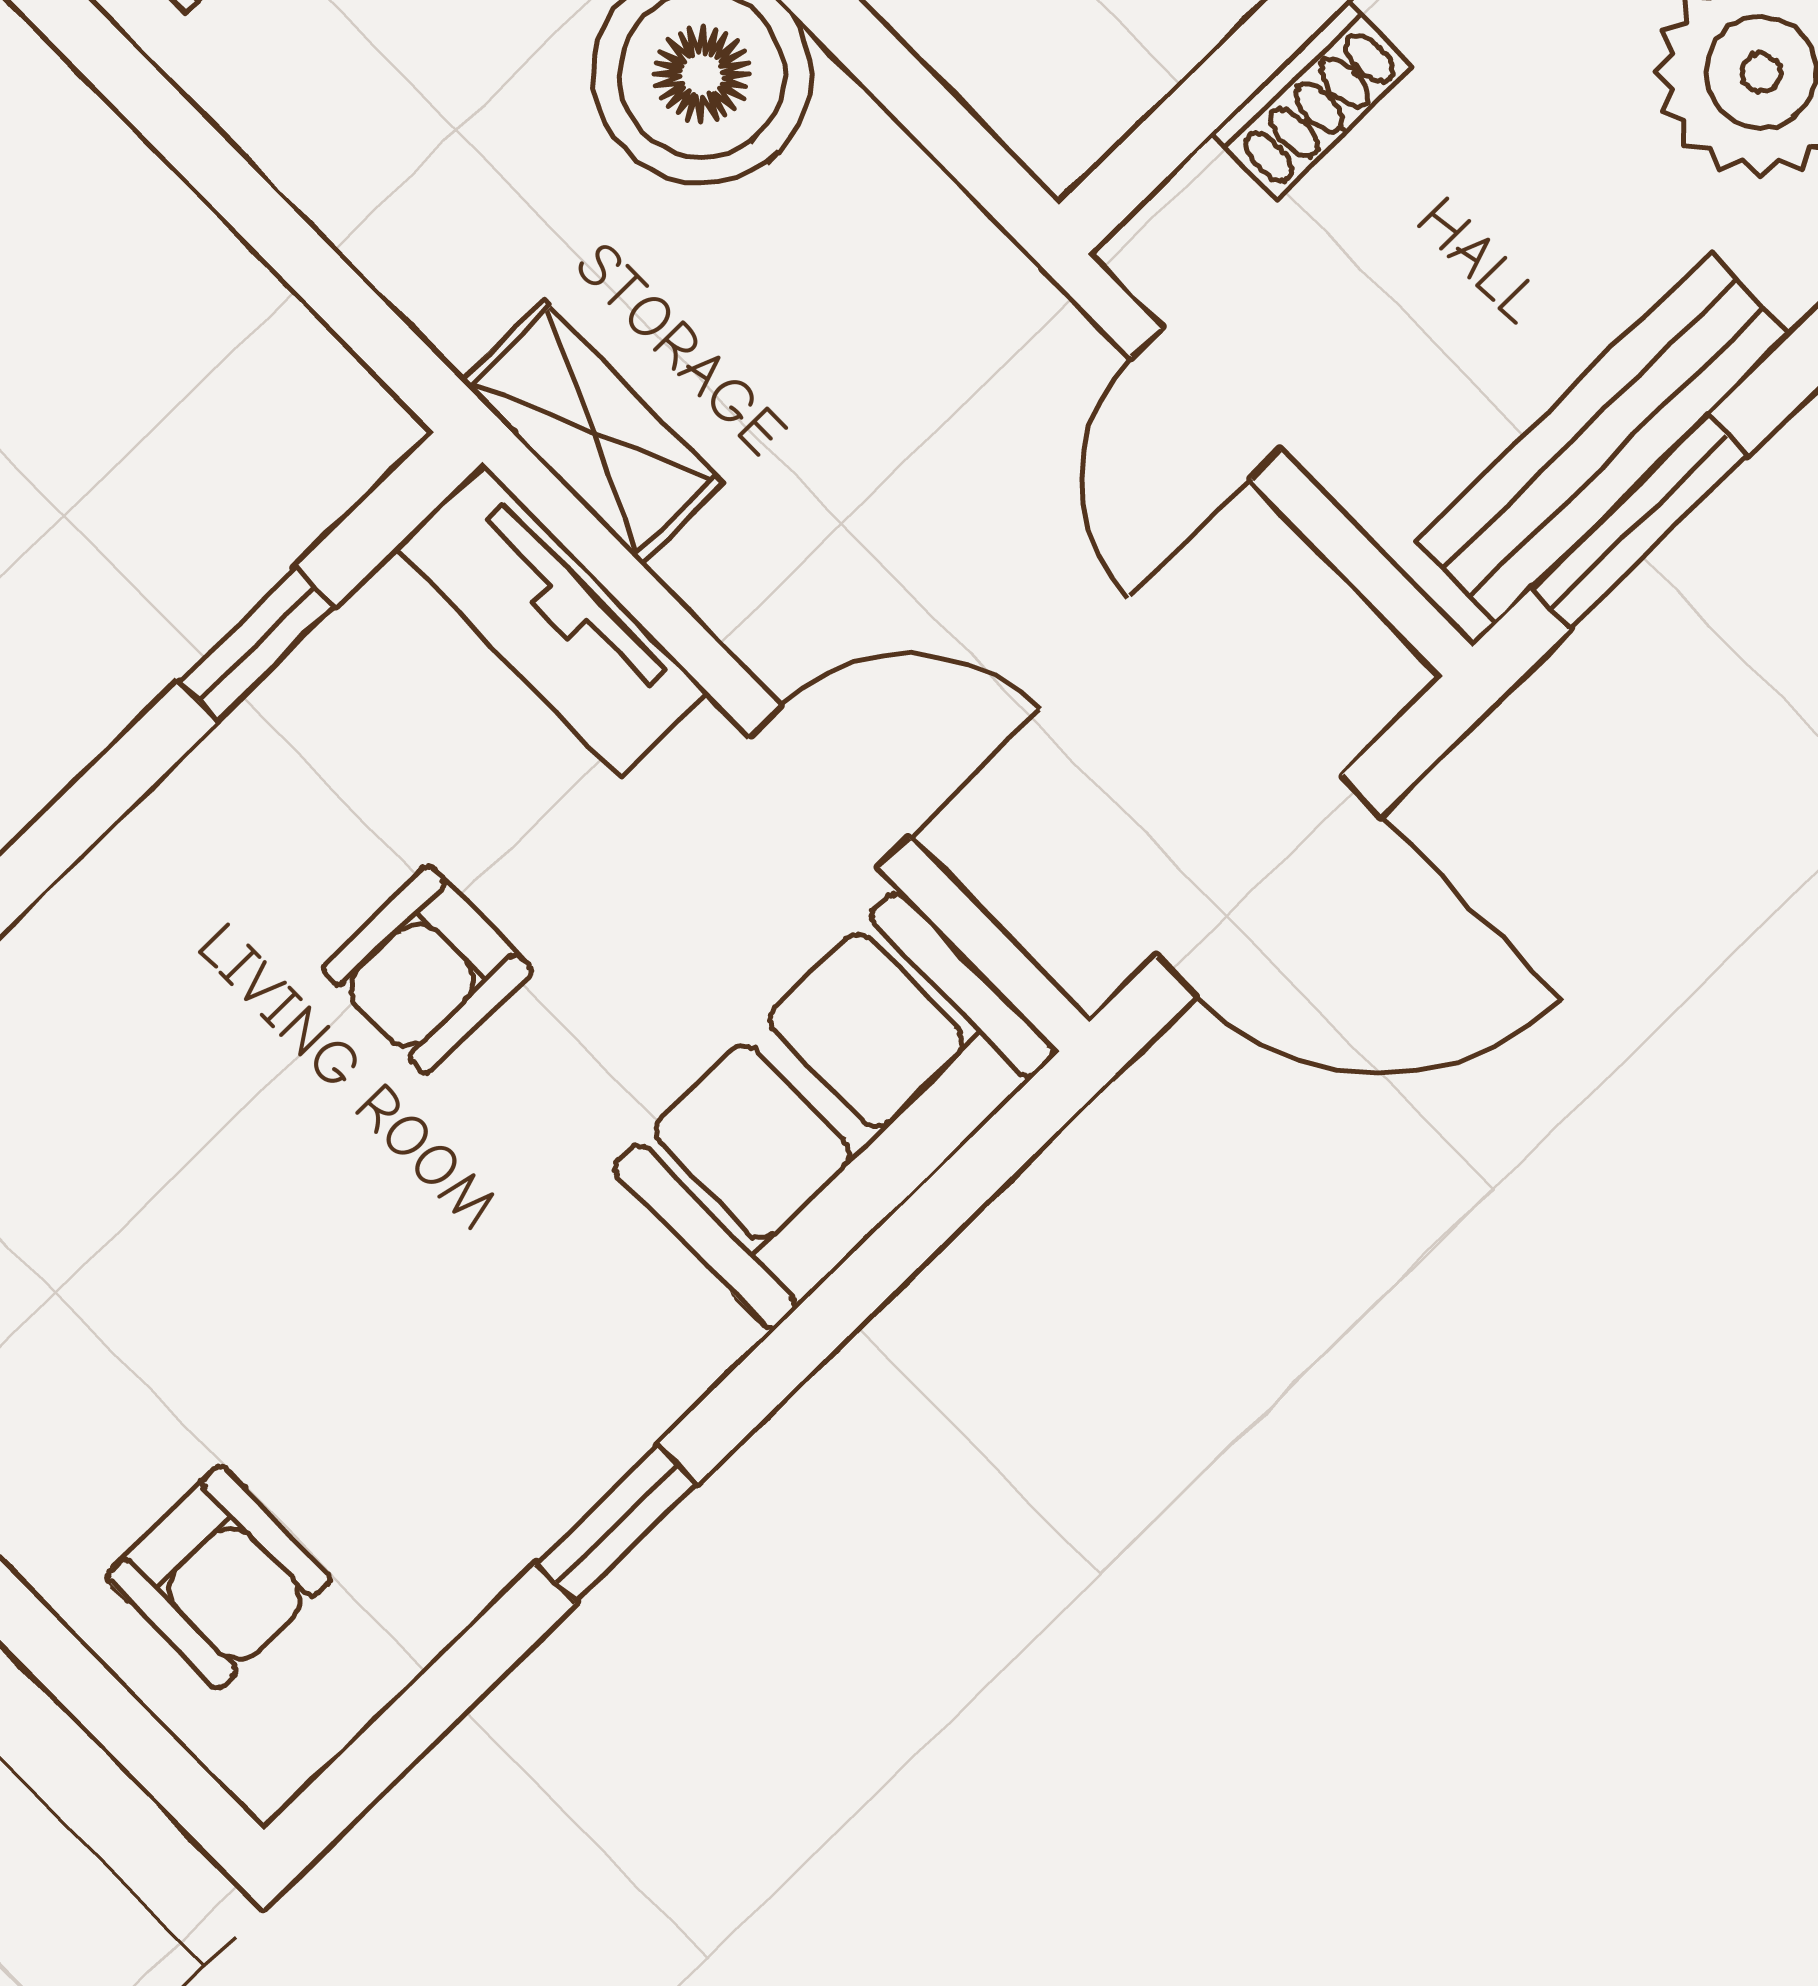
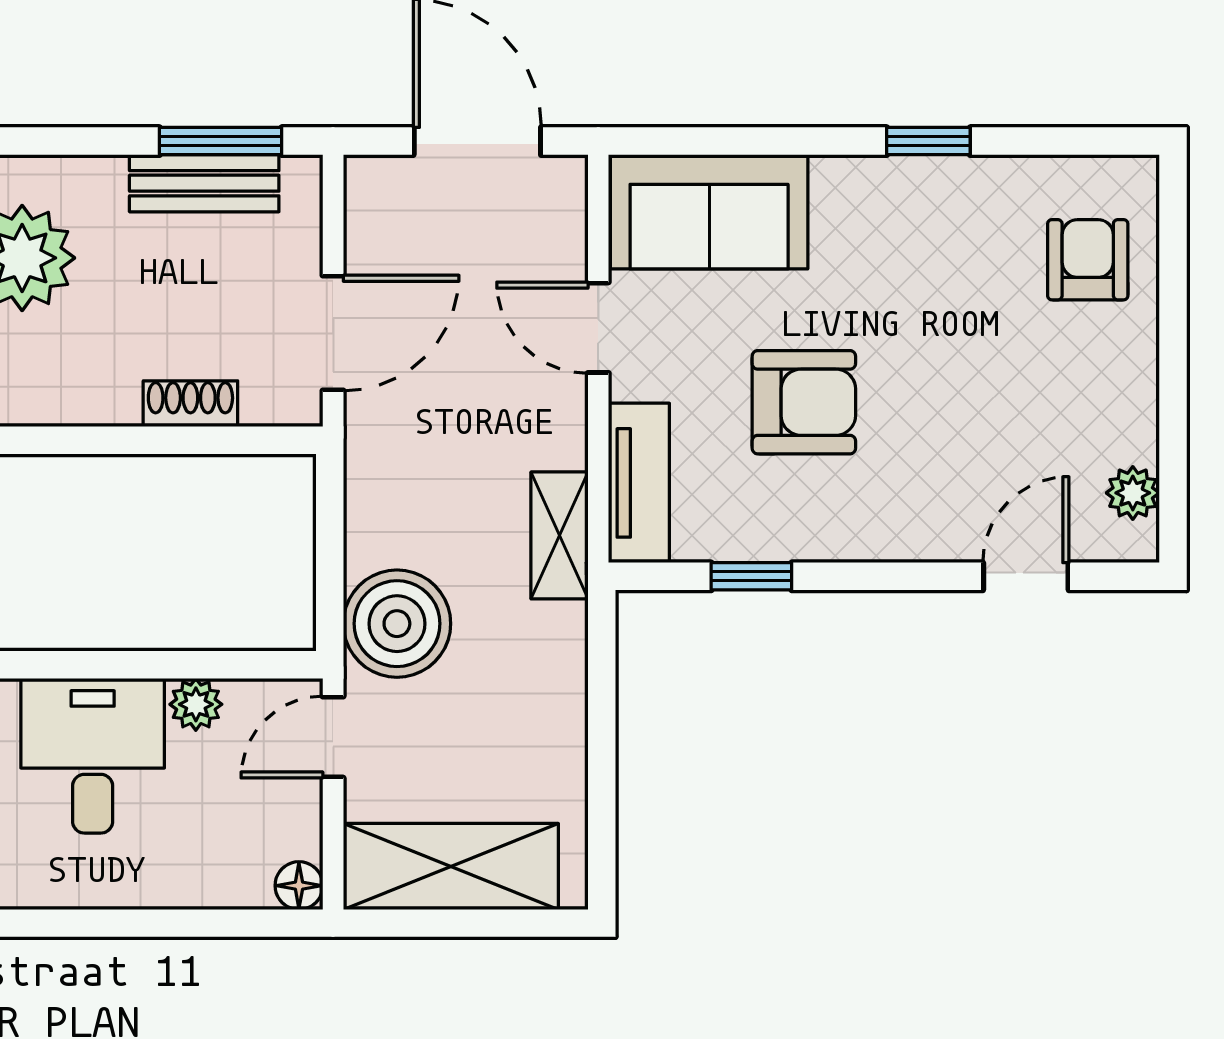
door: (1205, 404) -> (333, 333), width x1.38
bench: (1604, 438) -> (204, 183), width x0.73
armchair: (427, 970) -> (804, 402), width x1.38, depth x1.38

